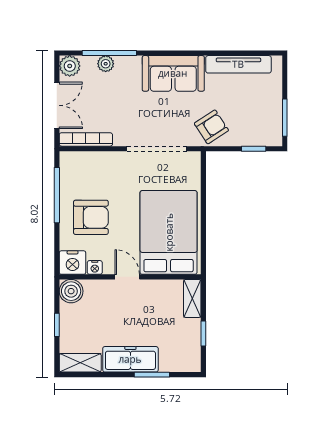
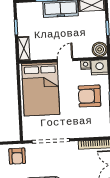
armchair: (211, 127) -> (17, 156), turned -57
door: (127, 277) -> (65, 60), swing flipped

